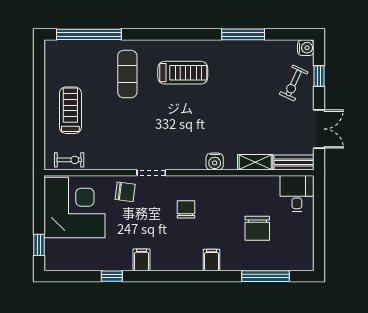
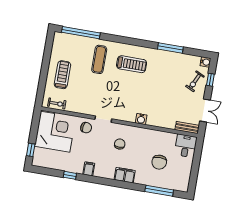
shelving: (255, 162) -> (165, 123), removed
filing cabinet: (212, 260) -> (125, 175), width x2.00

